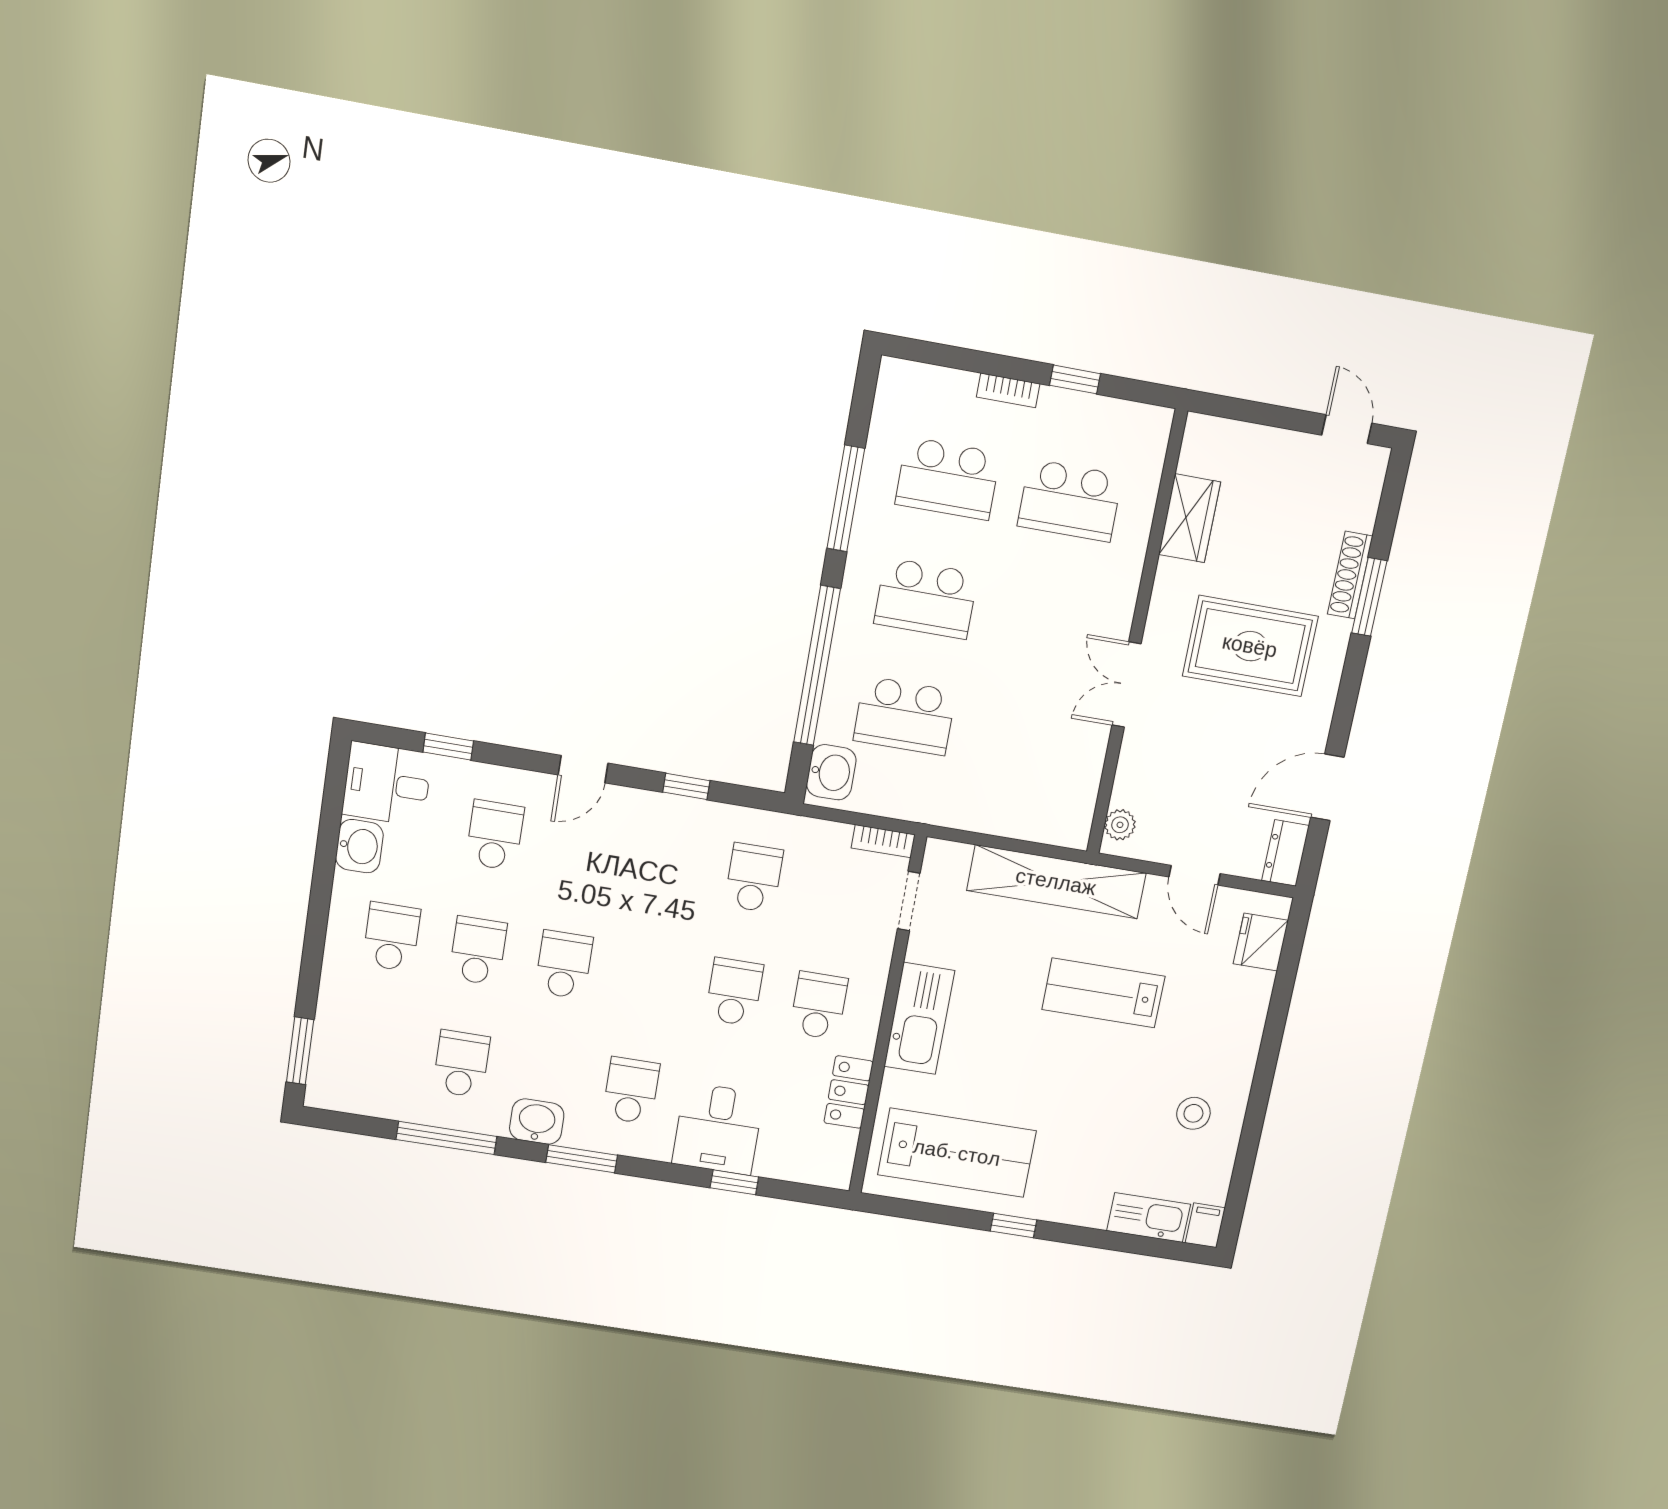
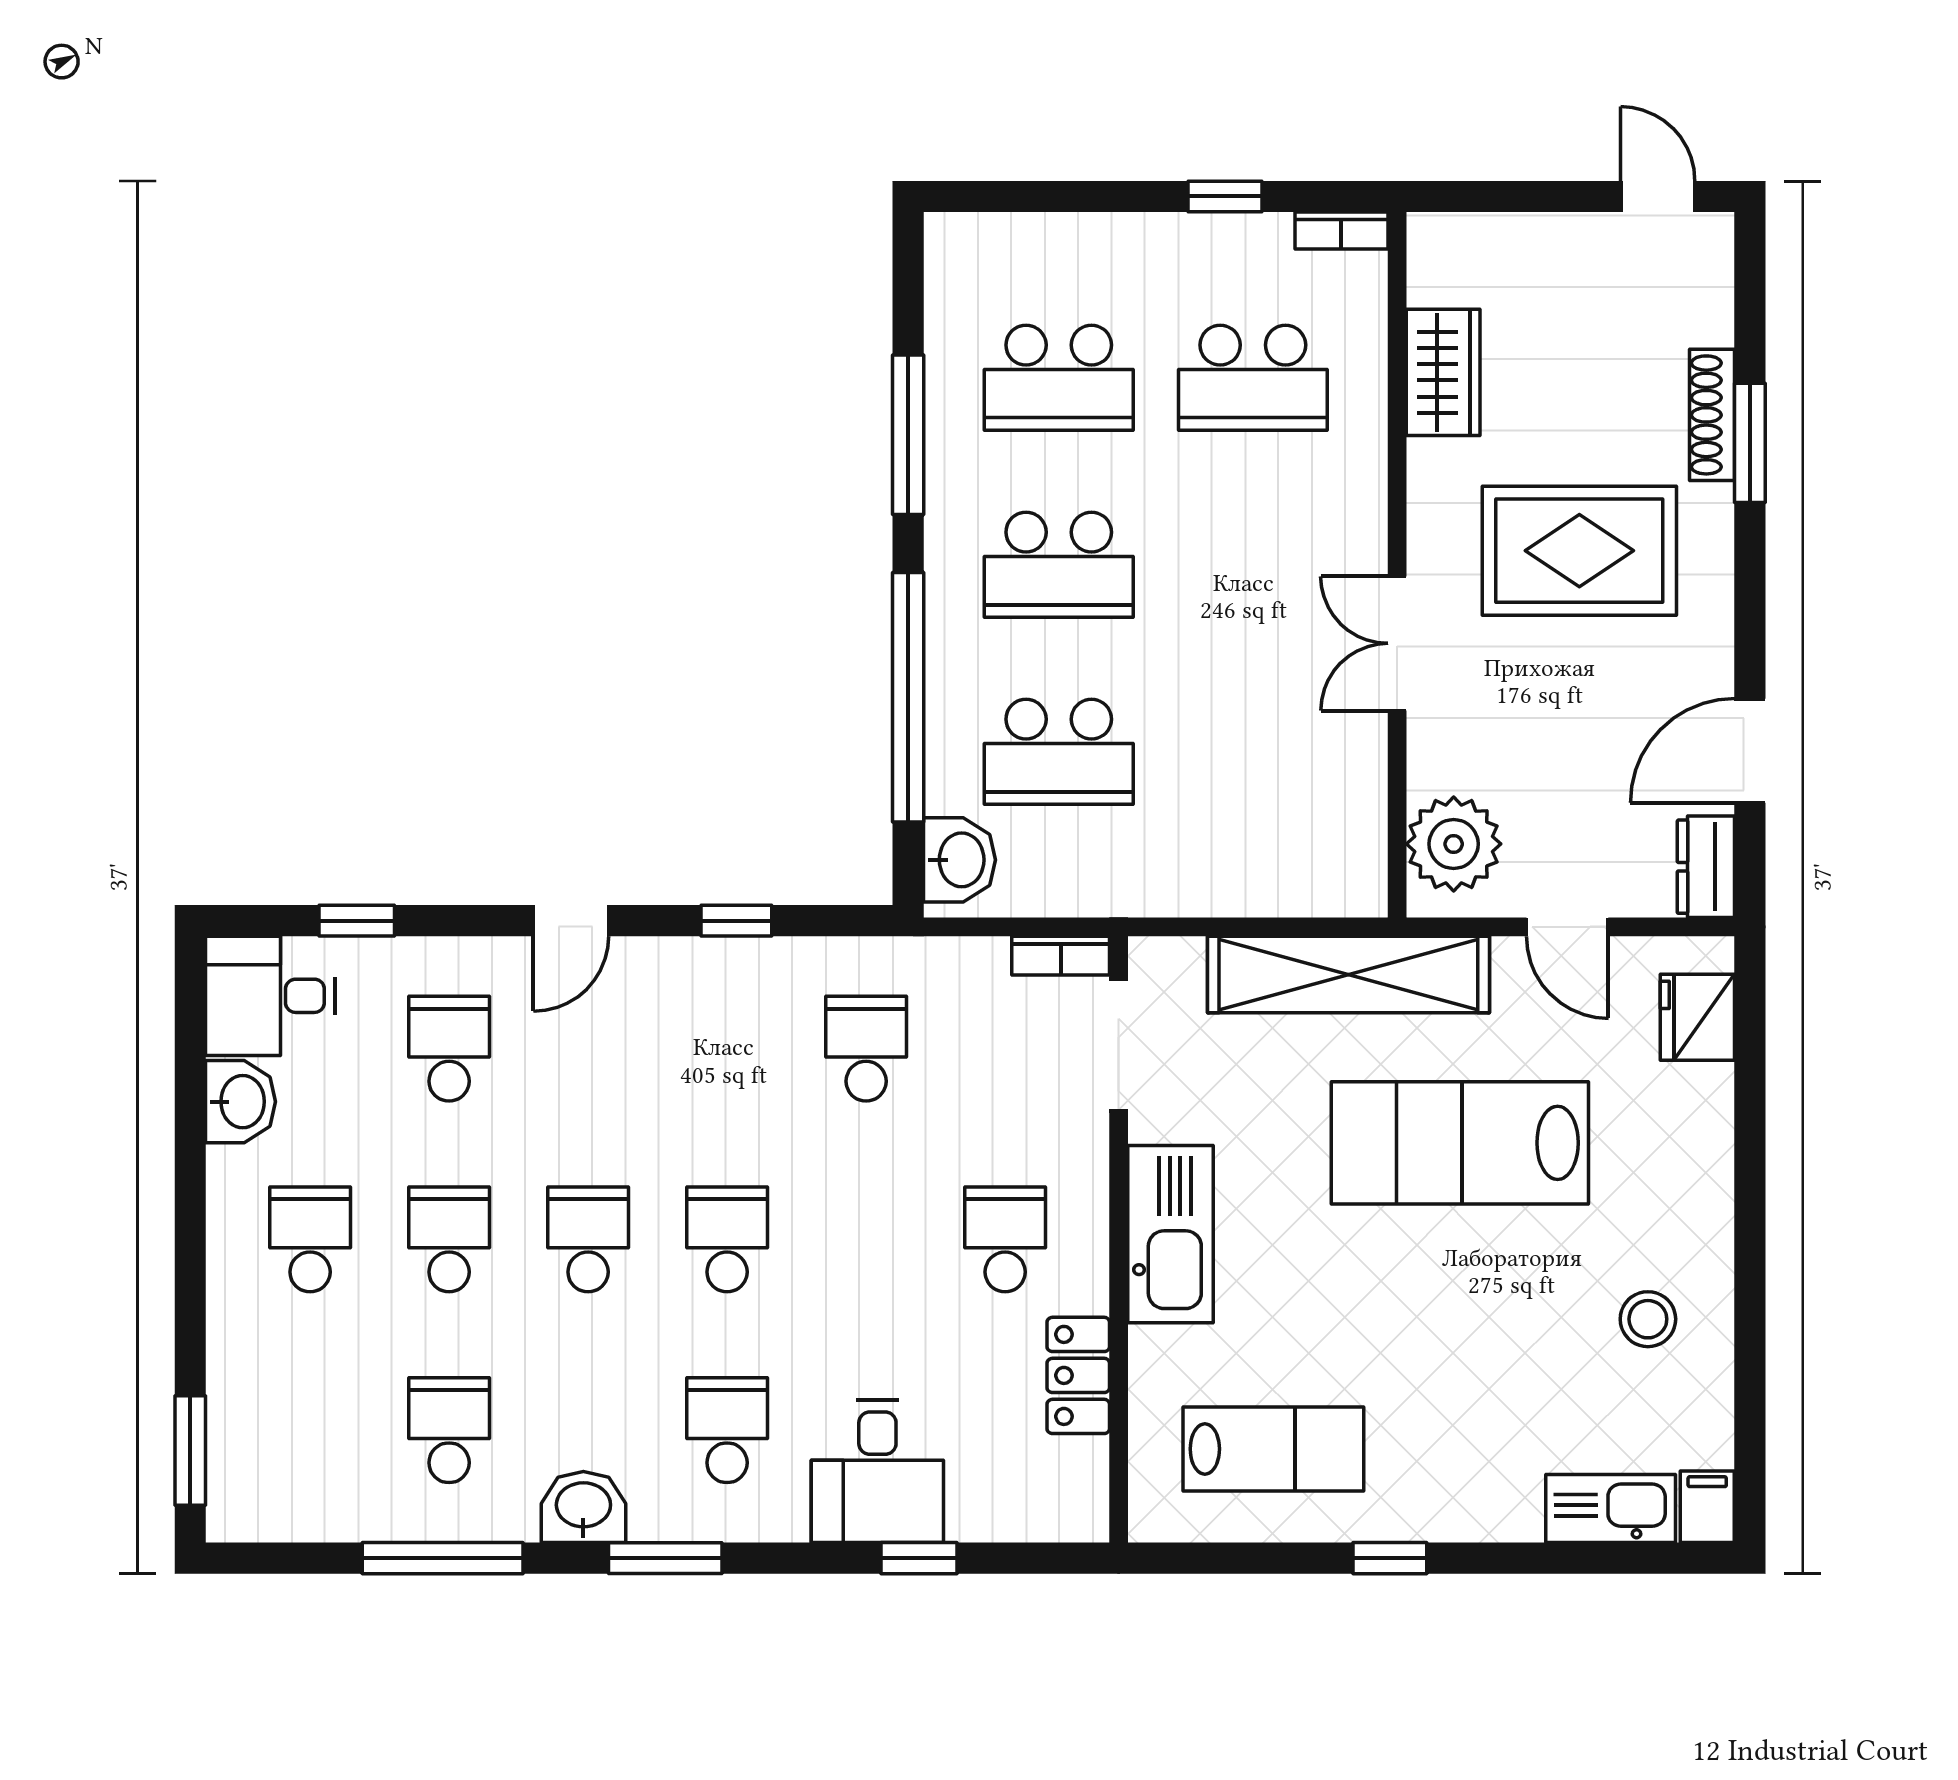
bookcase: (1008, 390) -> (1341, 231), moved
plant: (1120, 825) -> (1454, 844), width x1.88, depth x1.88
doorway: (909, 901) -> (1119, 1045), width x1.38
school desk: (734, 992) -> (727, 1239), moved
lab bench: (1103, 993) -> (1460, 1143), width x1.36, depth x1.39
lab bench: (957, 1153) -> (1273, 1449), width x0.73, depth x0.72

